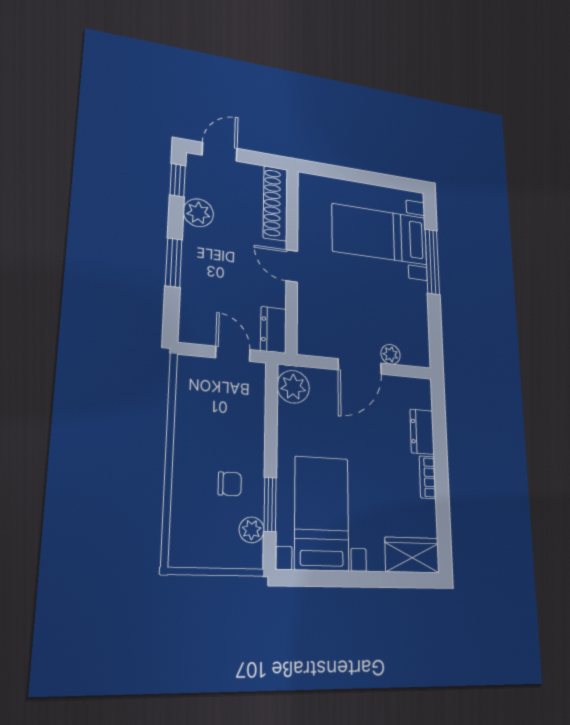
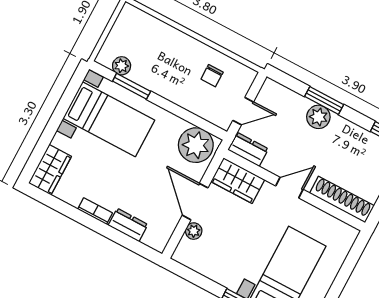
plant: (198, 213) -> (318, 117), moved
wardrobe: (313, 327) -> (238, 181), added
plant: (293, 387) -> (196, 145), width x1.36, depth x1.36
chair: (230, 484) -> (212, 76), moved

